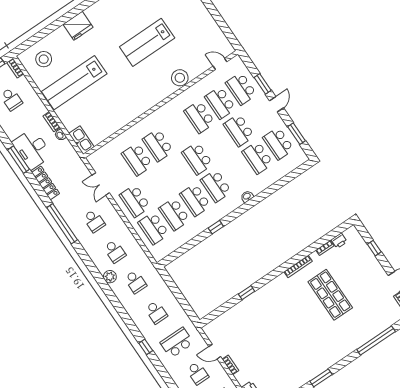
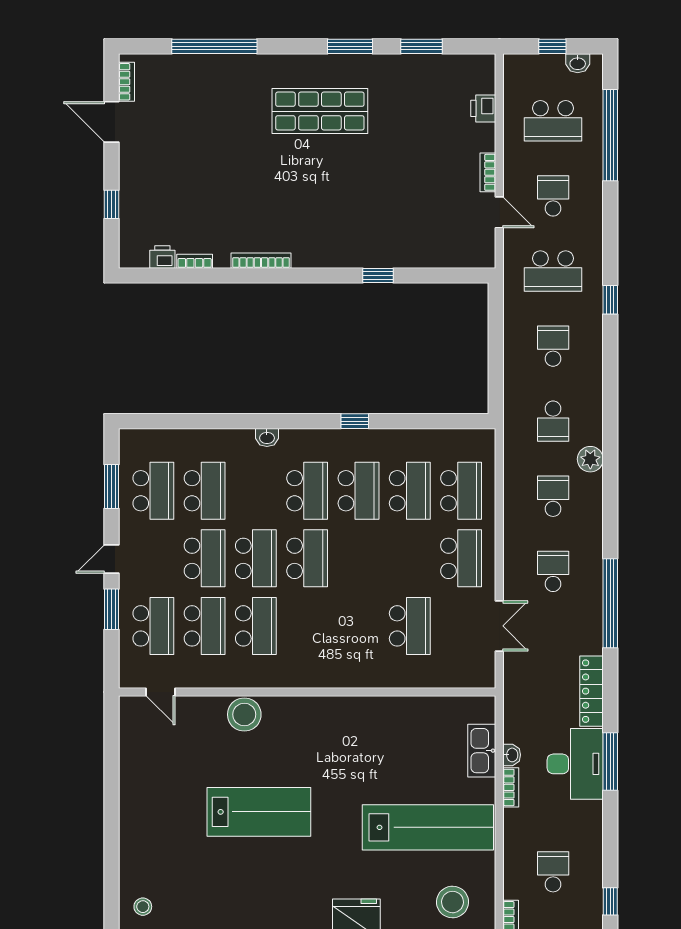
kitchen sink: (81, 140) -> (482, 751), moved
school desk: (158, 145) -> (256, 558), moved
school desk: (135, 282) -> (553, 421), turned 180
shop shelf: (330, 295) -> (320, 111), moved, turned 90

